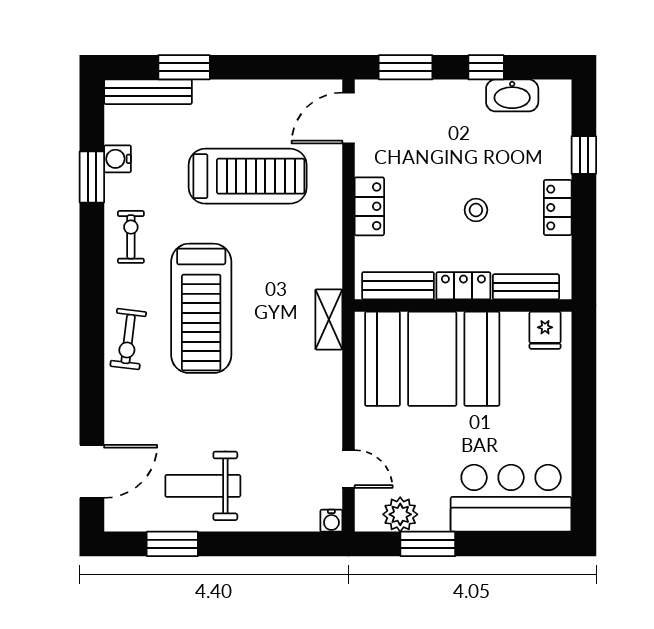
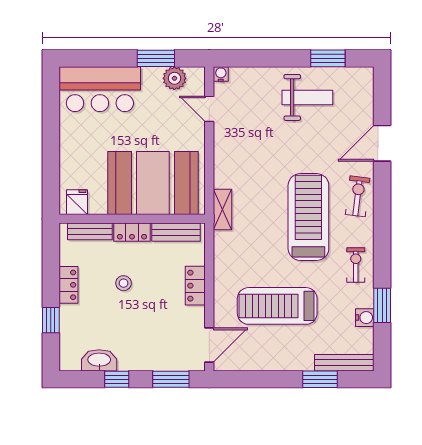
exercise bike: (131, 237) -> (356, 265), turned 180
door: (92, 471) -> (382, 143), moved

